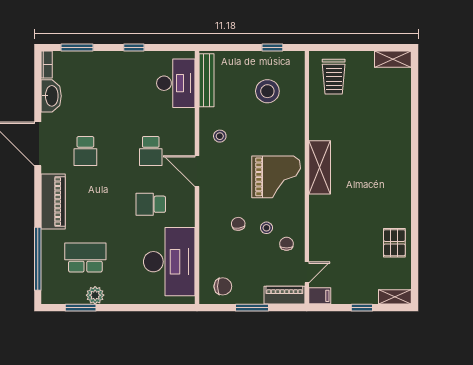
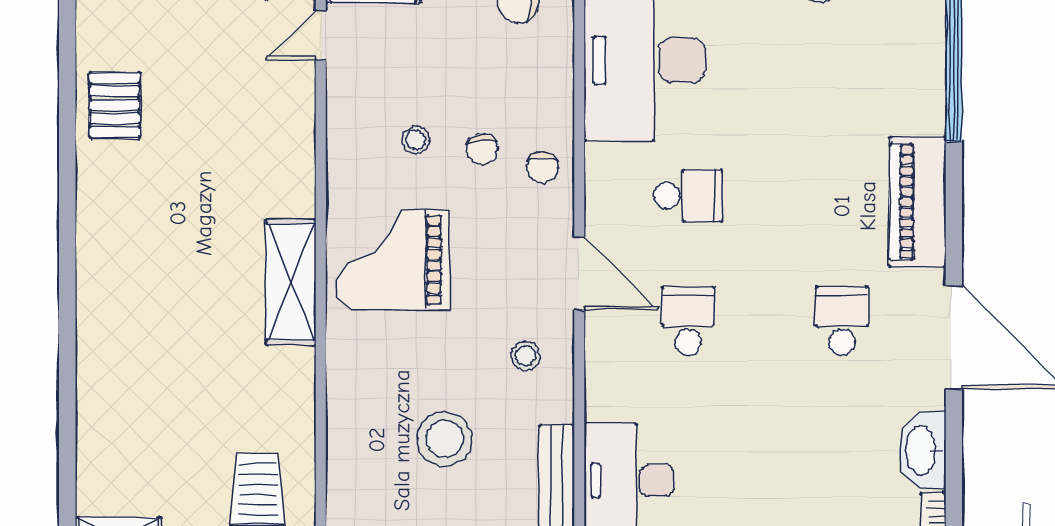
stool: (267, 91) -> (445, 439), moved
chair: (287, 244) -> (542, 168), moved
school desk: (85, 258) -> (842, 70), removed

